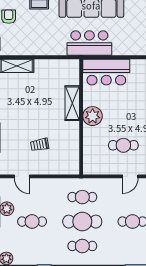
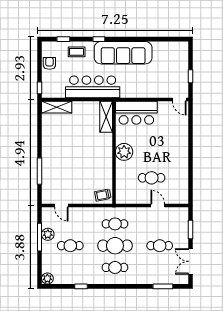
bar counter: (89, 43) -> (93, 87), moved, width x1.36
shelving: (72, 103) -> (106, 117), moved
trolley: (40, 145) -> (103, 195), moved
door: (130, 176) -> (158, 206), swing flipped

